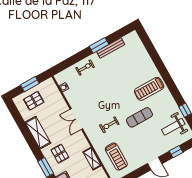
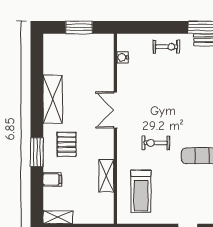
pallet: (34, 101) -> (72, 53), removed

